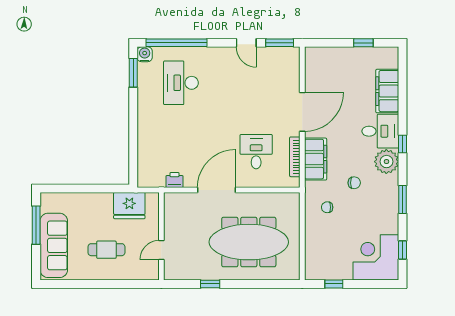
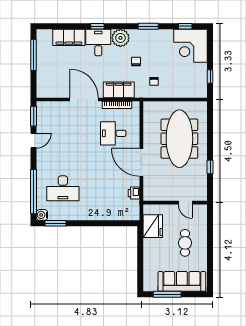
window: (363, 43) -> (34, 55), width x2.17
window: (403, 144) -> (97, 26), moved

